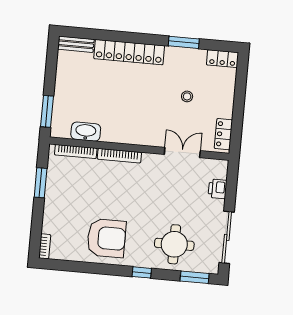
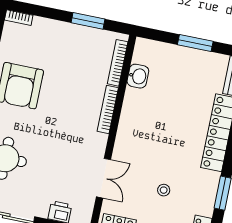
window: (47, 111) -> (195, 43), moved
washbasin: (86, 132) -> (138, 76), width x0.72

